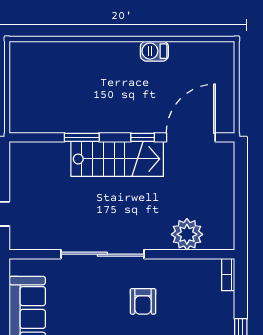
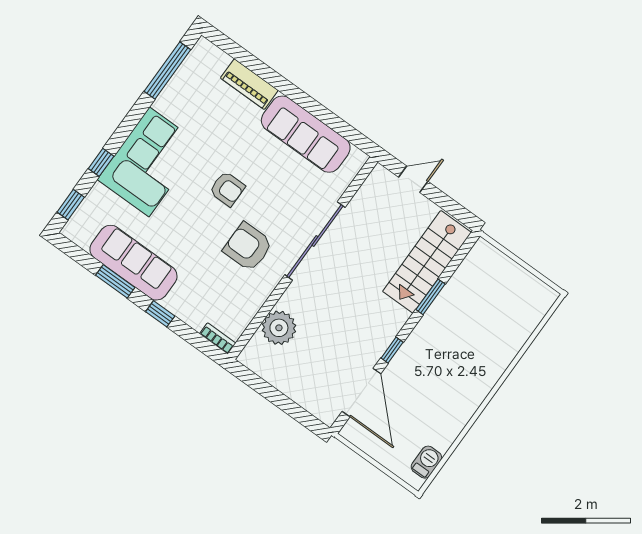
barbecue: (154, 51) -> (426, 462), moved
stairs: (117, 159) -> (427, 262), moved
armchair: (143, 301) -> (248, 247), width x1.38, depth x1.38

